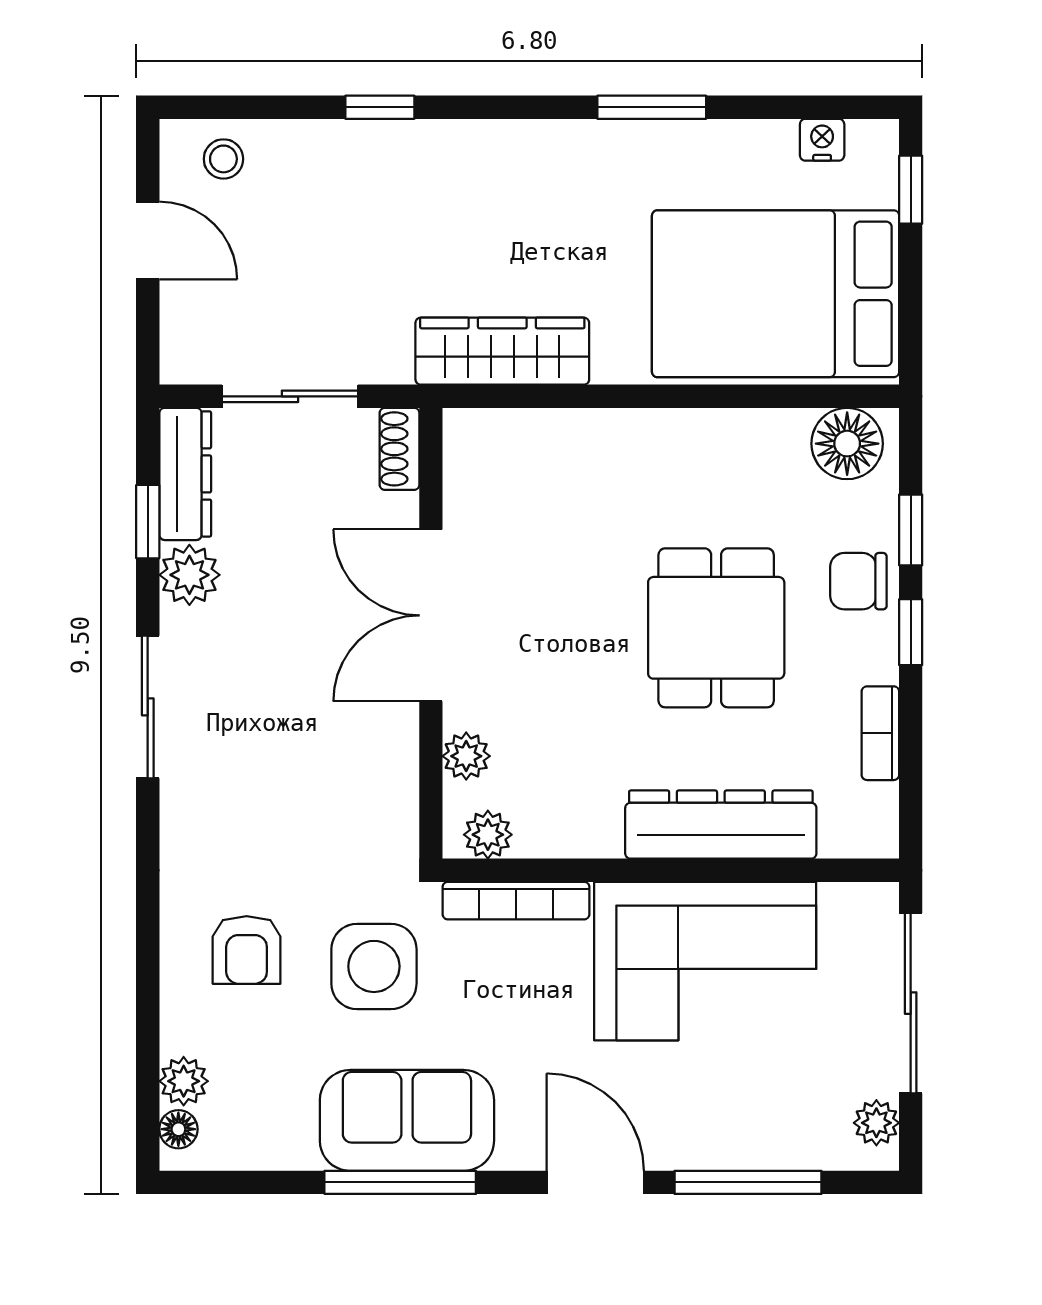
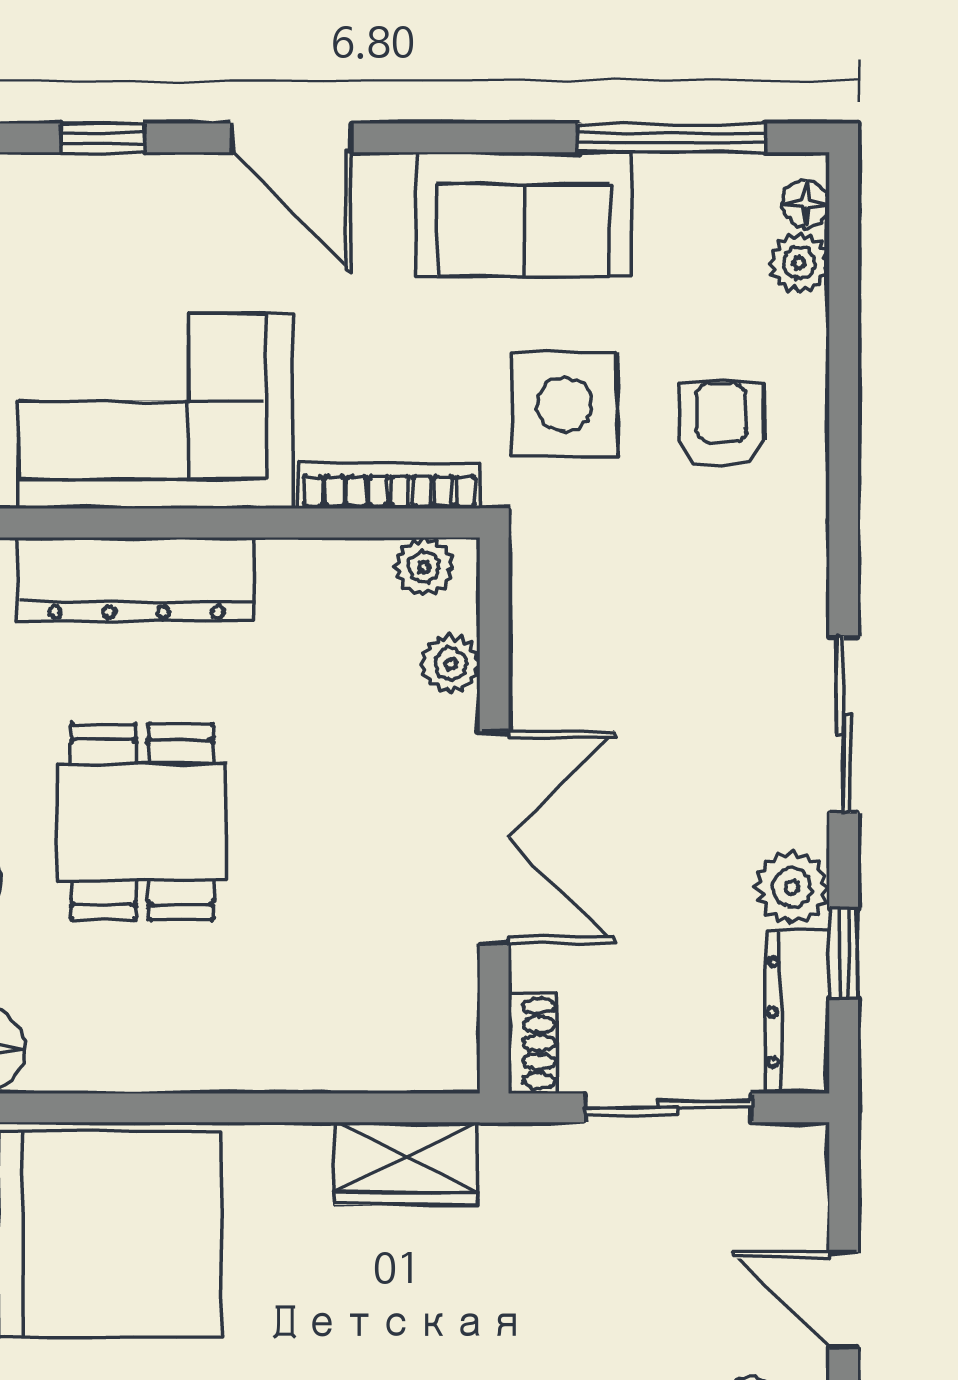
wardrobe: (502, 351) -> (406, 1164), width x0.67
window: (400, 1182) -> (671, 138), moved
window: (748, 1182) -> (103, 138), width x0.46

